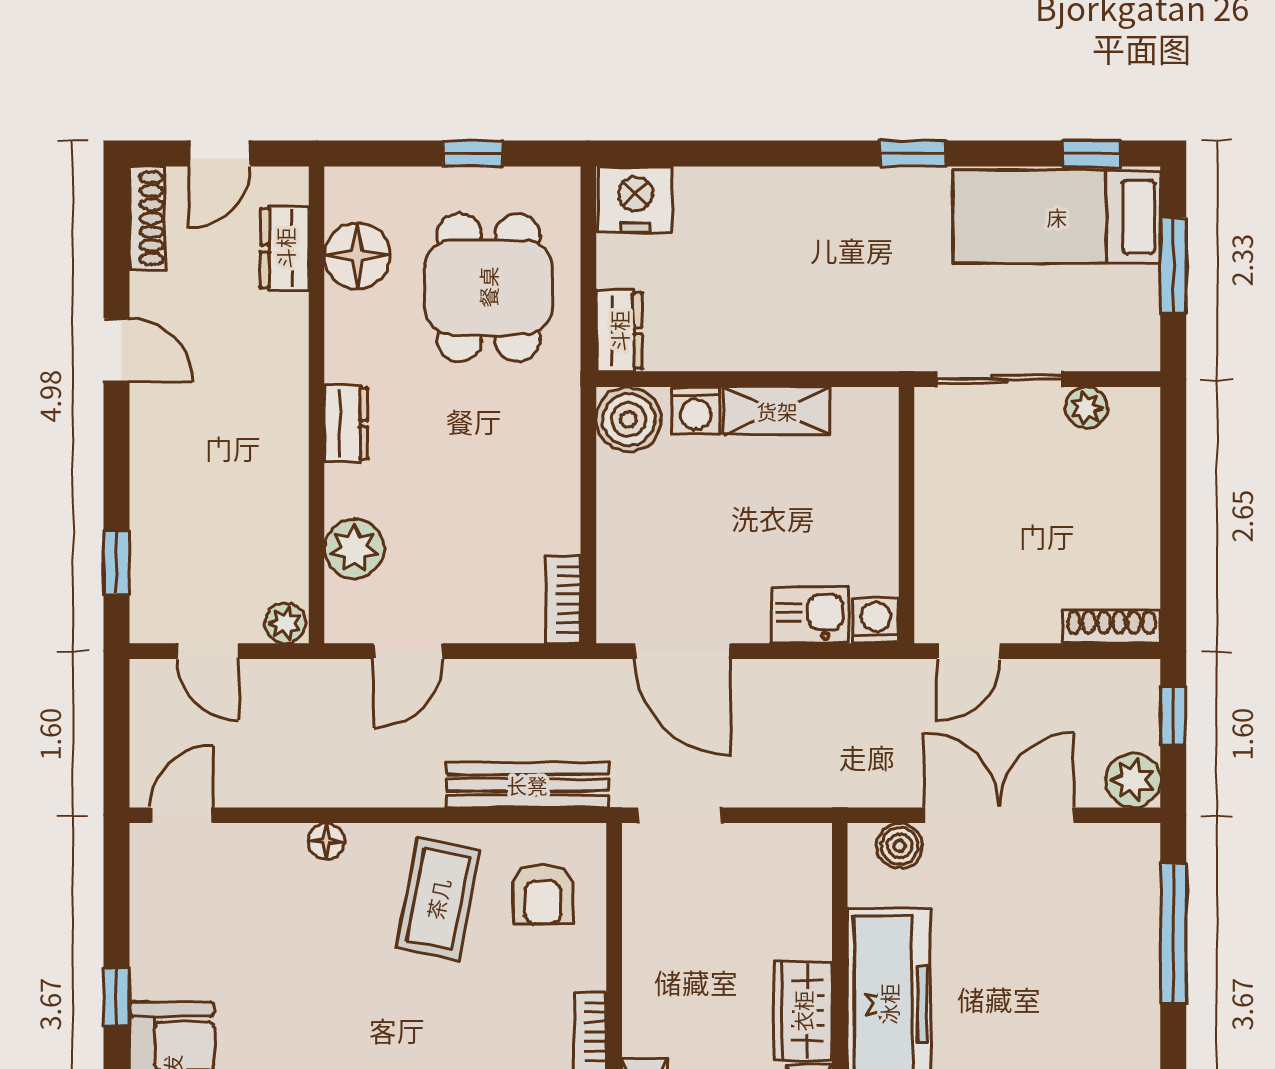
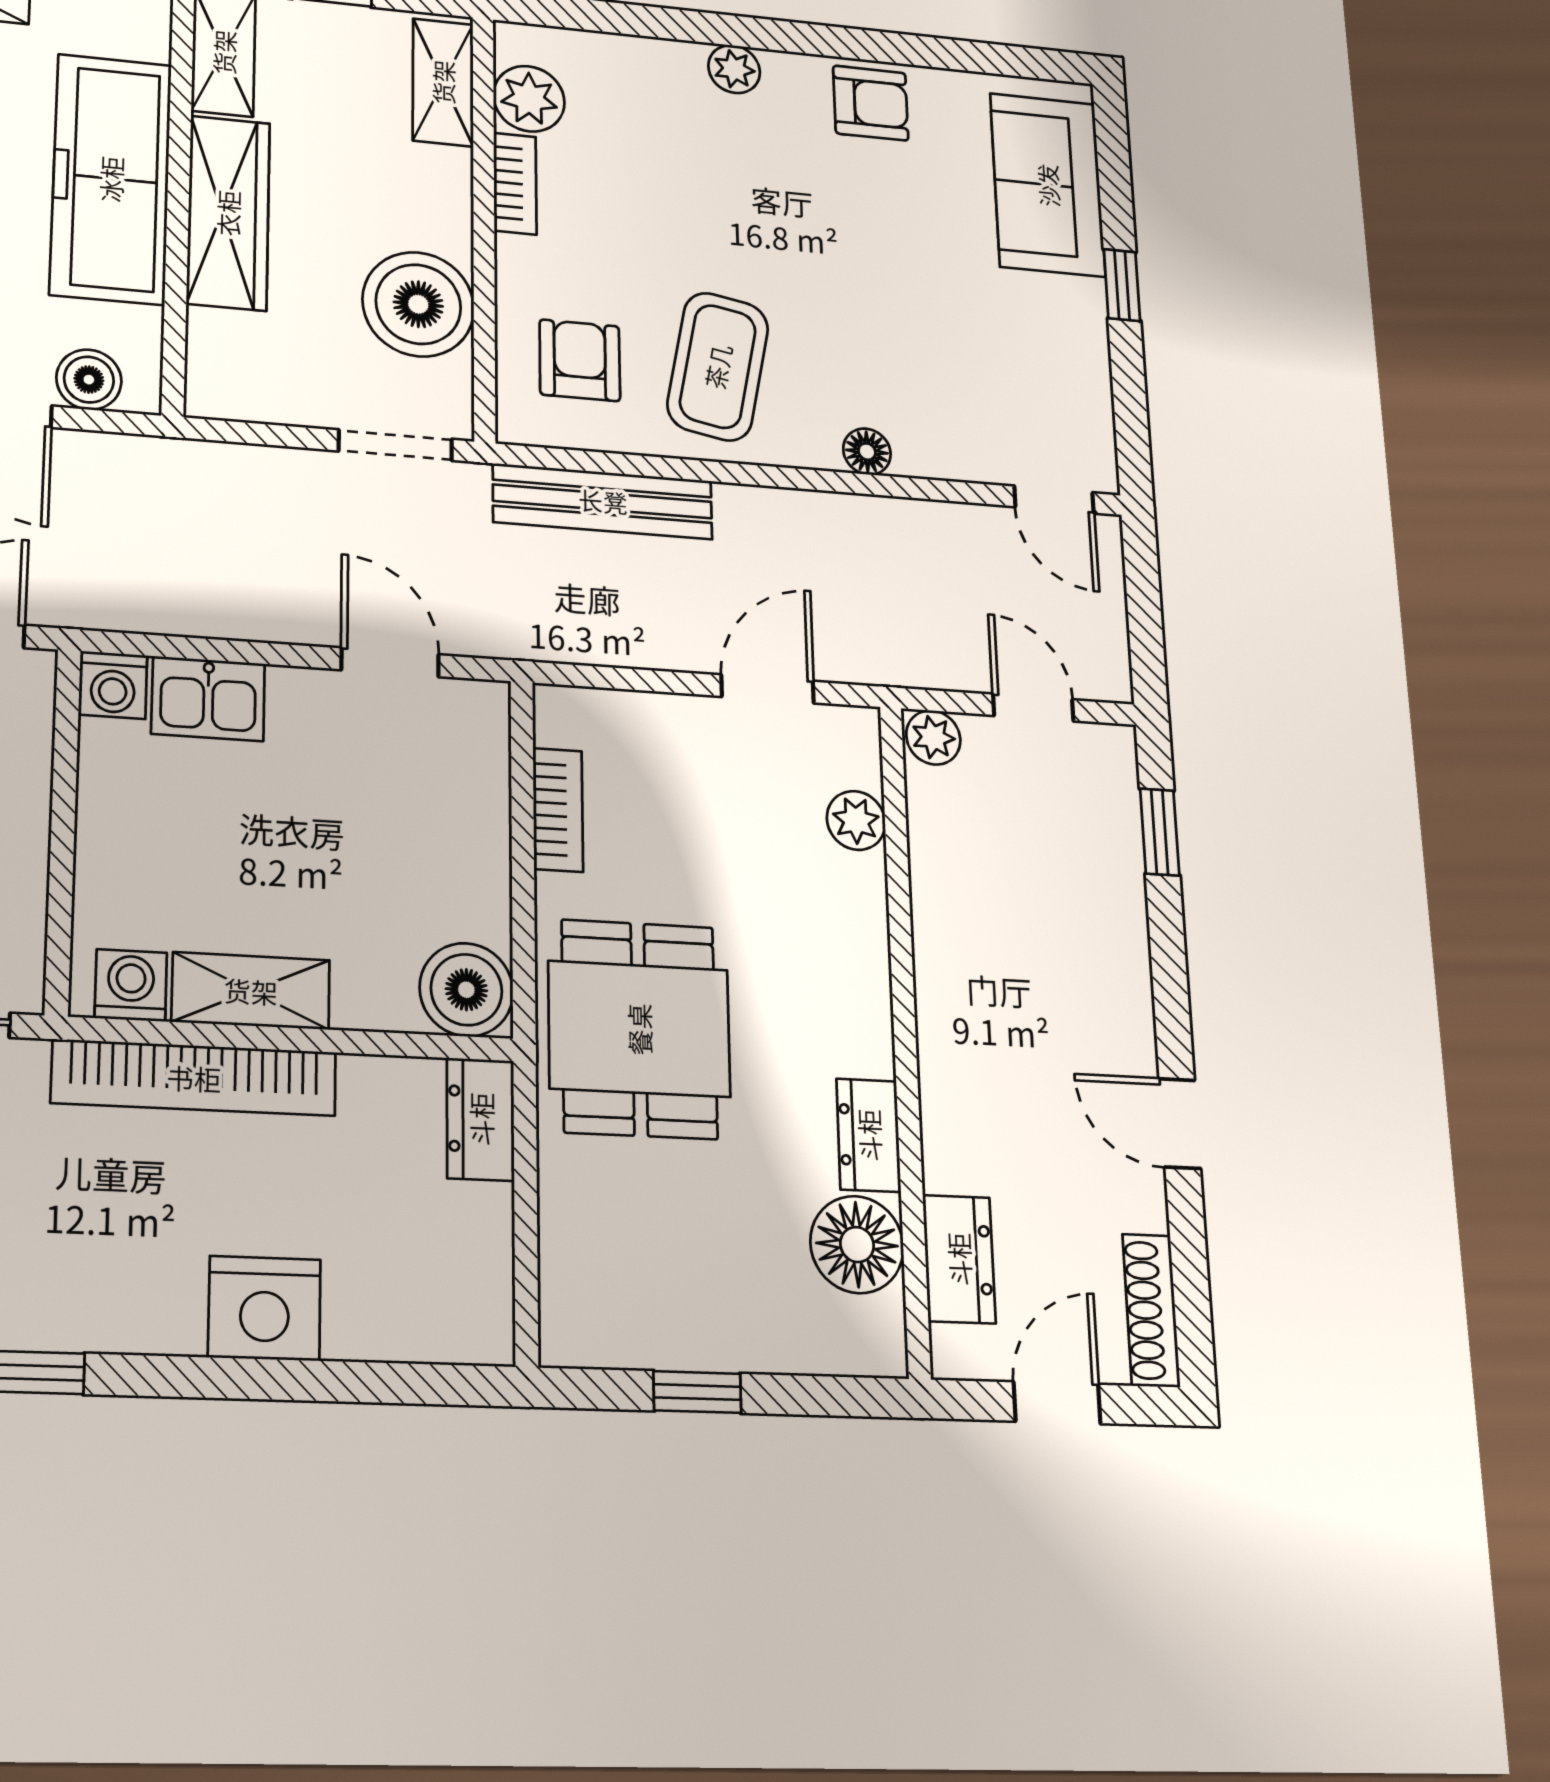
nightstand: (636, 199) -> (265, 1308), moved
dining table: (488, 287) -> (639, 1029), moved
bookcase: (813, 350) -> (194, 1078), added
washing machine: (696, 410) -> (131, 985), moved
dresser: (346, 423) -> (869, 1135), moved
plant: (354, 549) -> (856, 820), width x0.73, depth x0.73
bookcase: (563, 599) -> (558, 810), moved
door: (683, 651) -> (390, 662), width x0.73
door: (182, 815) -> (1054, 500), hinge flipped
boiler: (663, 927) -> (418, 304), added
wardrobe: (803, 1011) -> (228, 213), width x1.50

